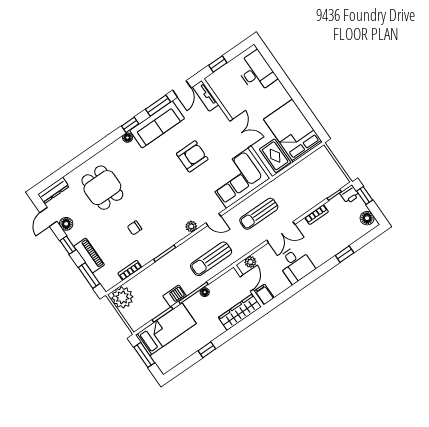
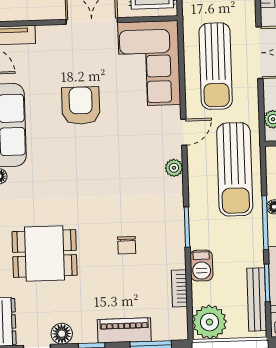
sun lounger: (259, 214) -> (216, 66), width x1.36, depth x1.34
sun lounger: (211, 259) -> (235, 169), width x1.36, depth x1.34
barbecue: (175, 296) -> (201, 266), moved, turned 180
bench: (150, 315) -> (257, 299), added

